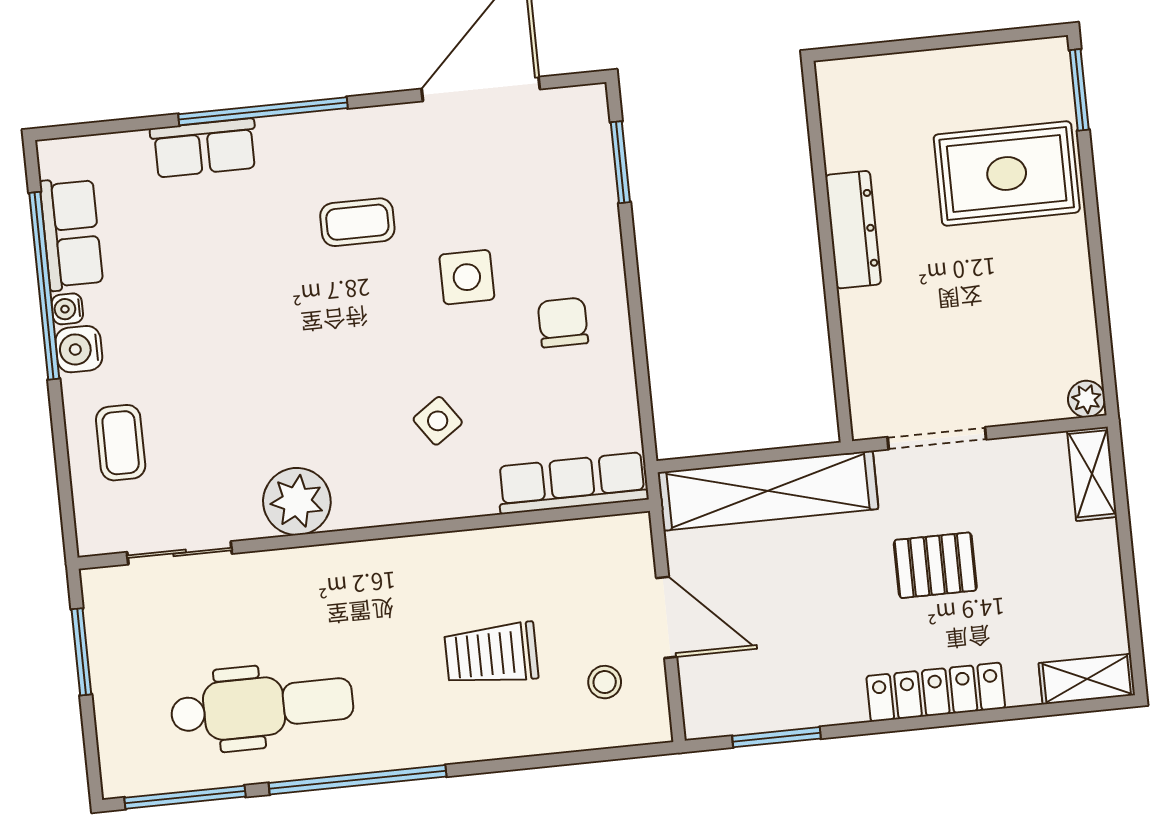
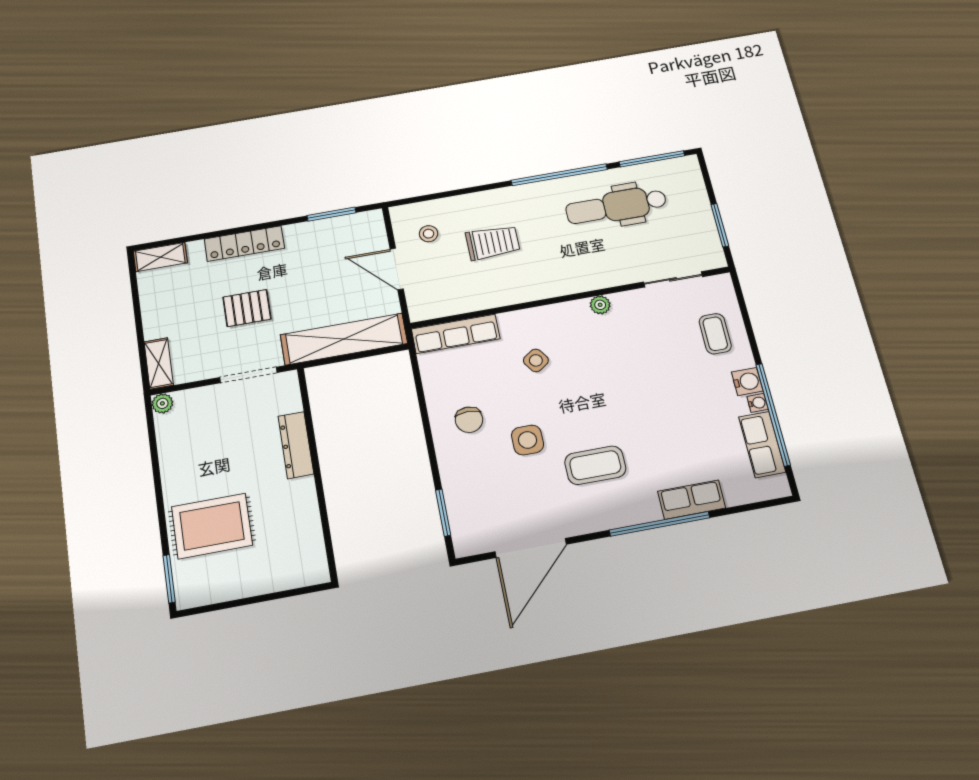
coffee table: (357, 222) -> (595, 465), width x1.36, depth x1.30
dresser: (853, 230) -> (296, 445), moved
plant: (297, 501) -> (600, 305), width x0.53, depth x0.53

